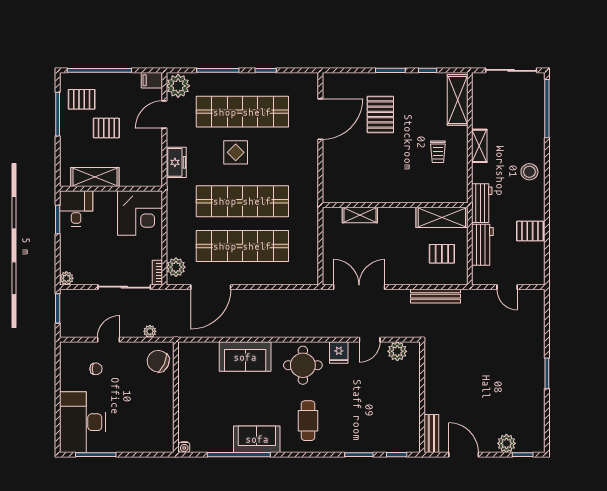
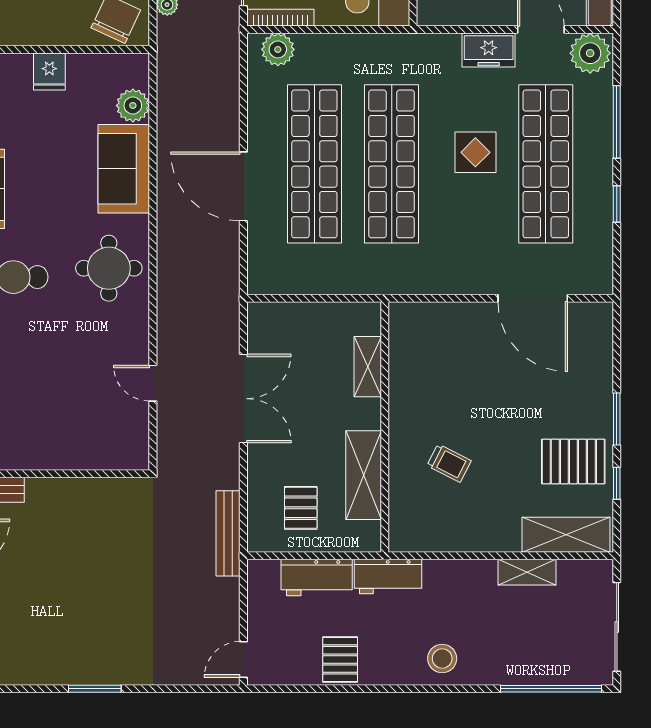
pallet: (380, 115) -> (573, 462), moved
shelving: (479, 146) -> (527, 572), moved
trolley: (438, 152) -> (449, 463), moved, turned -153
freezer: (176, 162) -> (489, 50), moved
shelving: (442, 217) -> (364, 475), moved
bookcase: (157, 273) -> (280, 18), width x1.56
door: (211, 287) -> (243, 186), moved
double door: (359, 287) -> (243, 399), moved
door: (507, 287) -> (243, 659), moved
bench: (435, 296) -> (228, 533), moved
plant: (397, 351) -> (133, 106), moved
fridge: (339, 353) -> (49, 72), moved, turned -90

